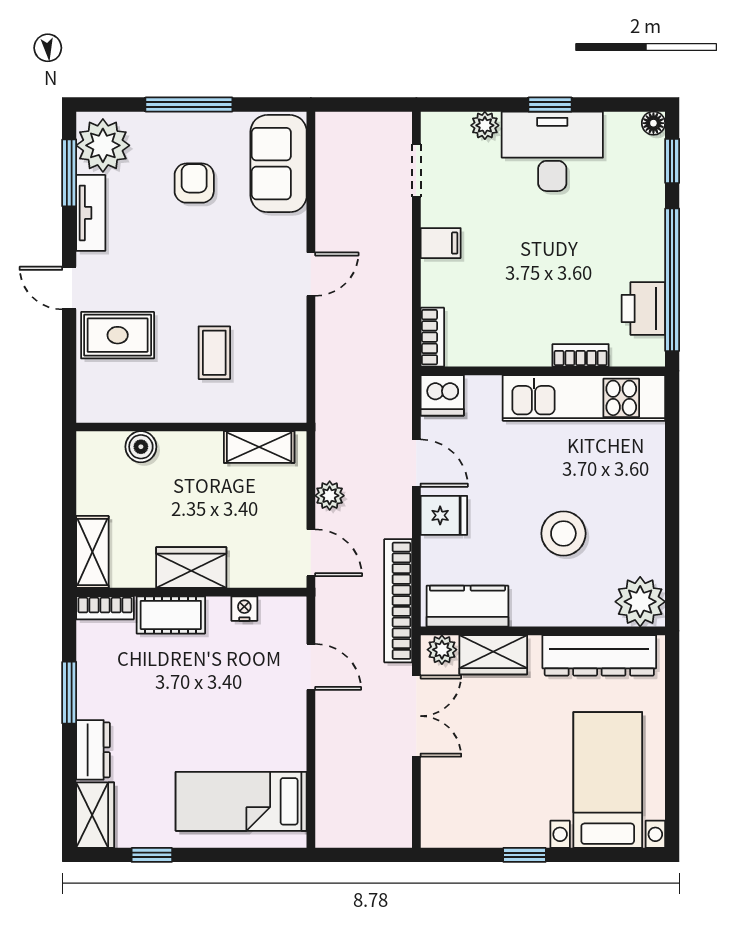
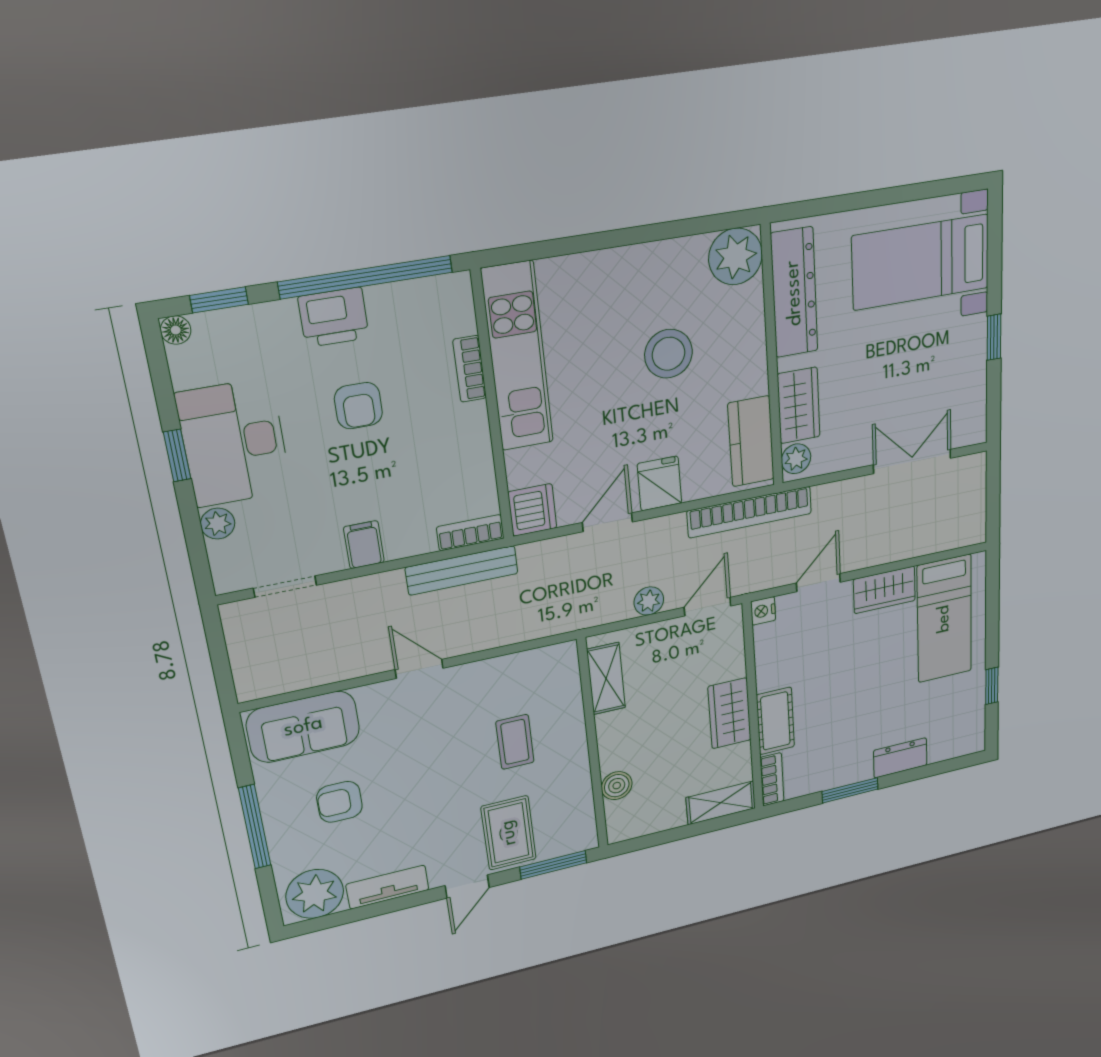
window: (69, 173) -> (553, 865), moved
armchair: (565, 257) -> (358, 406), added
printer: (643, 308) -> (334, 317), moved
bench: (398, 325) -> (462, 570), added
coffee table: (214, 353) -> (515, 742), turned 90
nightstand: (244, 609) -> (763, 611), moved
double door: (416, 716) -> (912, 461), moved
wardrobe: (95, 815) -> (884, 590), moved, turned 180

